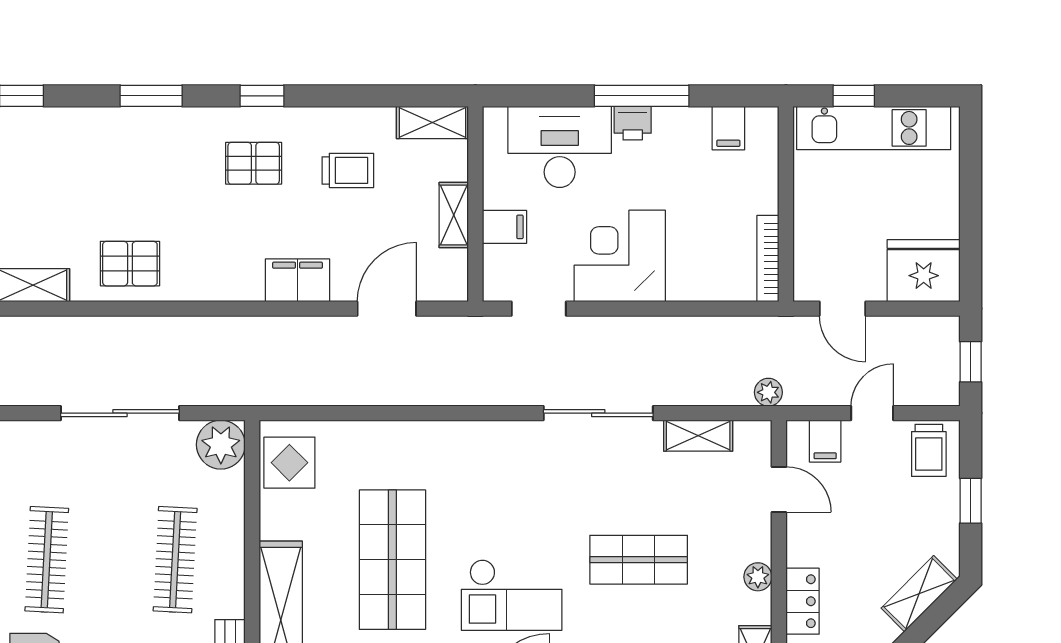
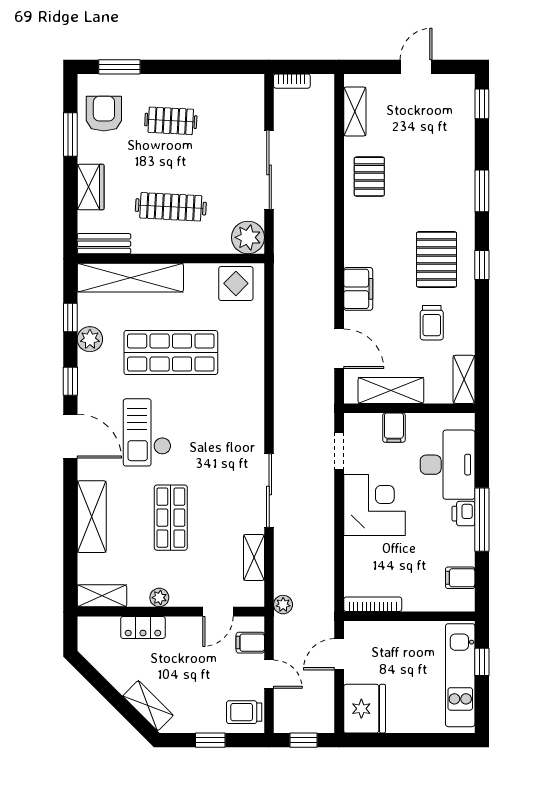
pallet: (254, 163) -> (437, 259), width x1.50, depth x1.42
shelving: (454, 215) -> (391, 390), width x1.50, depth x1.33
clothes rail: (47, 560) -> (171, 121), width x0.73

